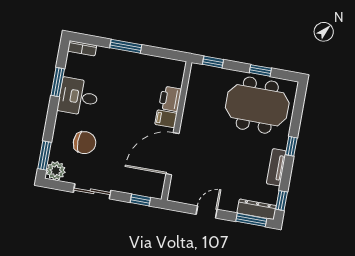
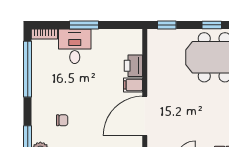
window: (58, 82) -> (28, 69), width x2.11
desk: (78, 97) -> (75, 46), moved, turned 90
chair: (85, 143) -> (62, 120), width x0.54, depth x0.54

